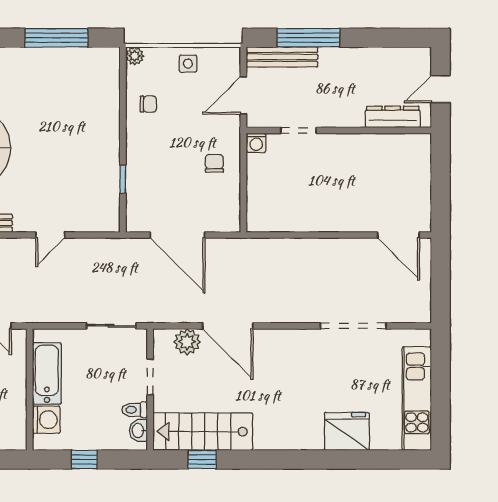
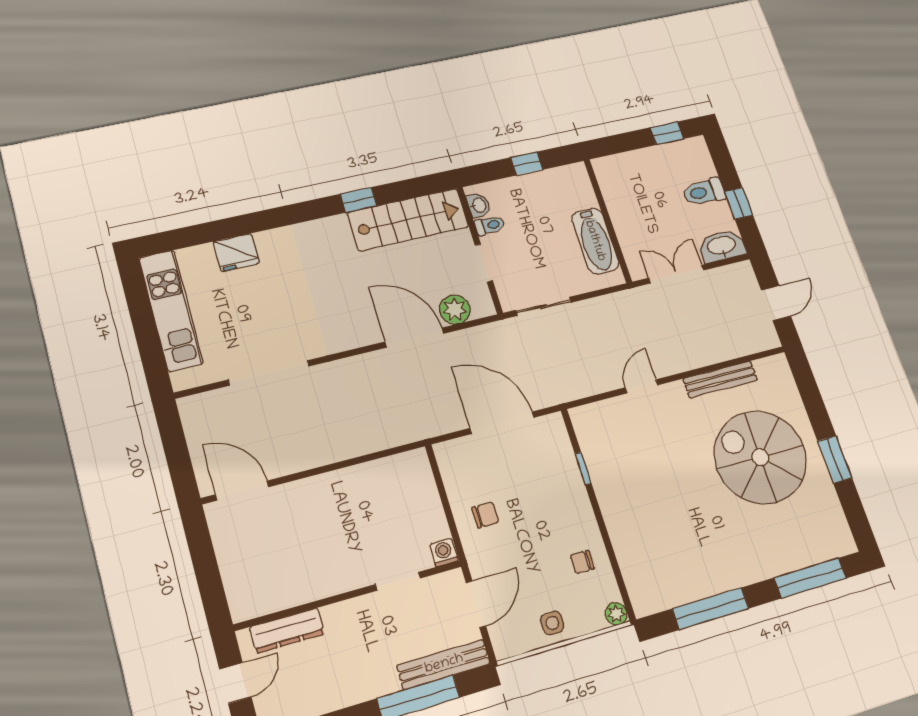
chair: (214, 163) -> (485, 515), turned -90
washing machine: (46, 420) -> (580, 194), removed
fridge: (347, 431) -> (236, 253), width x0.73, depth x0.75
window: (202, 460) -> (359, 200), moved

